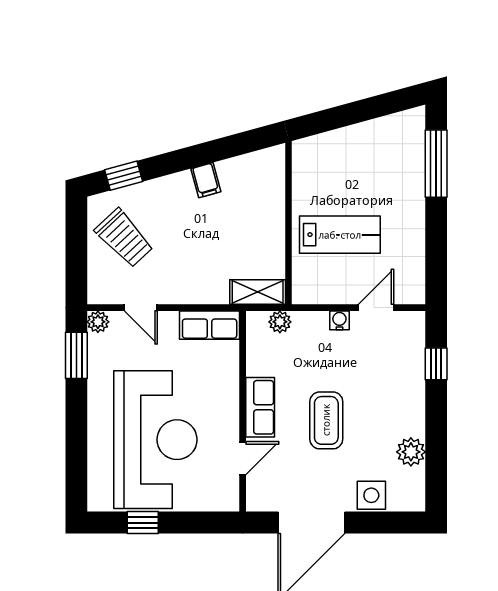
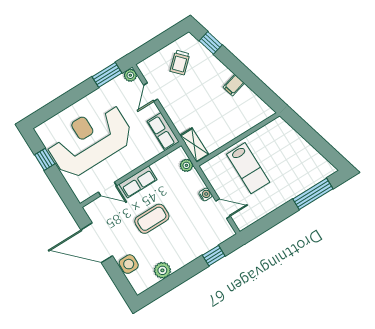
trolley: (124, 238) -> (180, 62), width x0.73, depth x0.72
reception desk: (155, 440) -> (90, 140), turned 180

